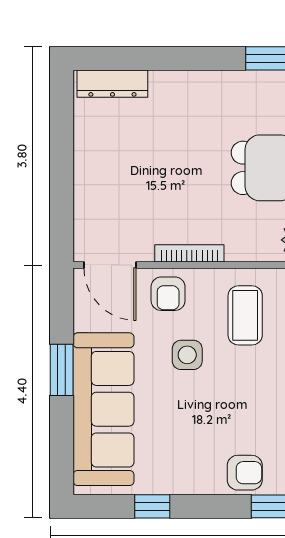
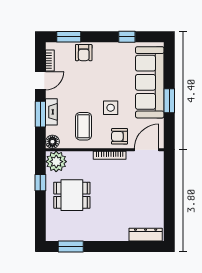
door: (110, 265) -> (147, 150), hinge flipped
armchair: (168, 294) -> (120, 136), turned -90
armchair: (245, 473) -> (84, 53), turned -90

